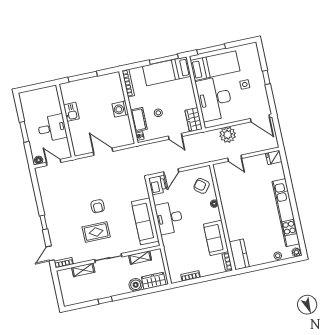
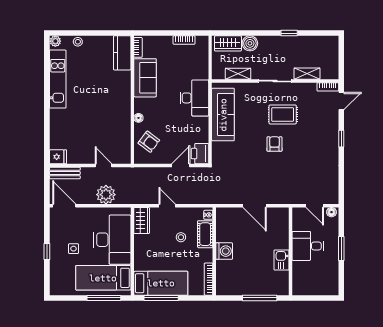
bench: (265, 145) -> (65, 173), added
kitchen unit: (286, 213) -> (58, 79), width x0.73
desk: (169, 218) -> (194, 98), moved

